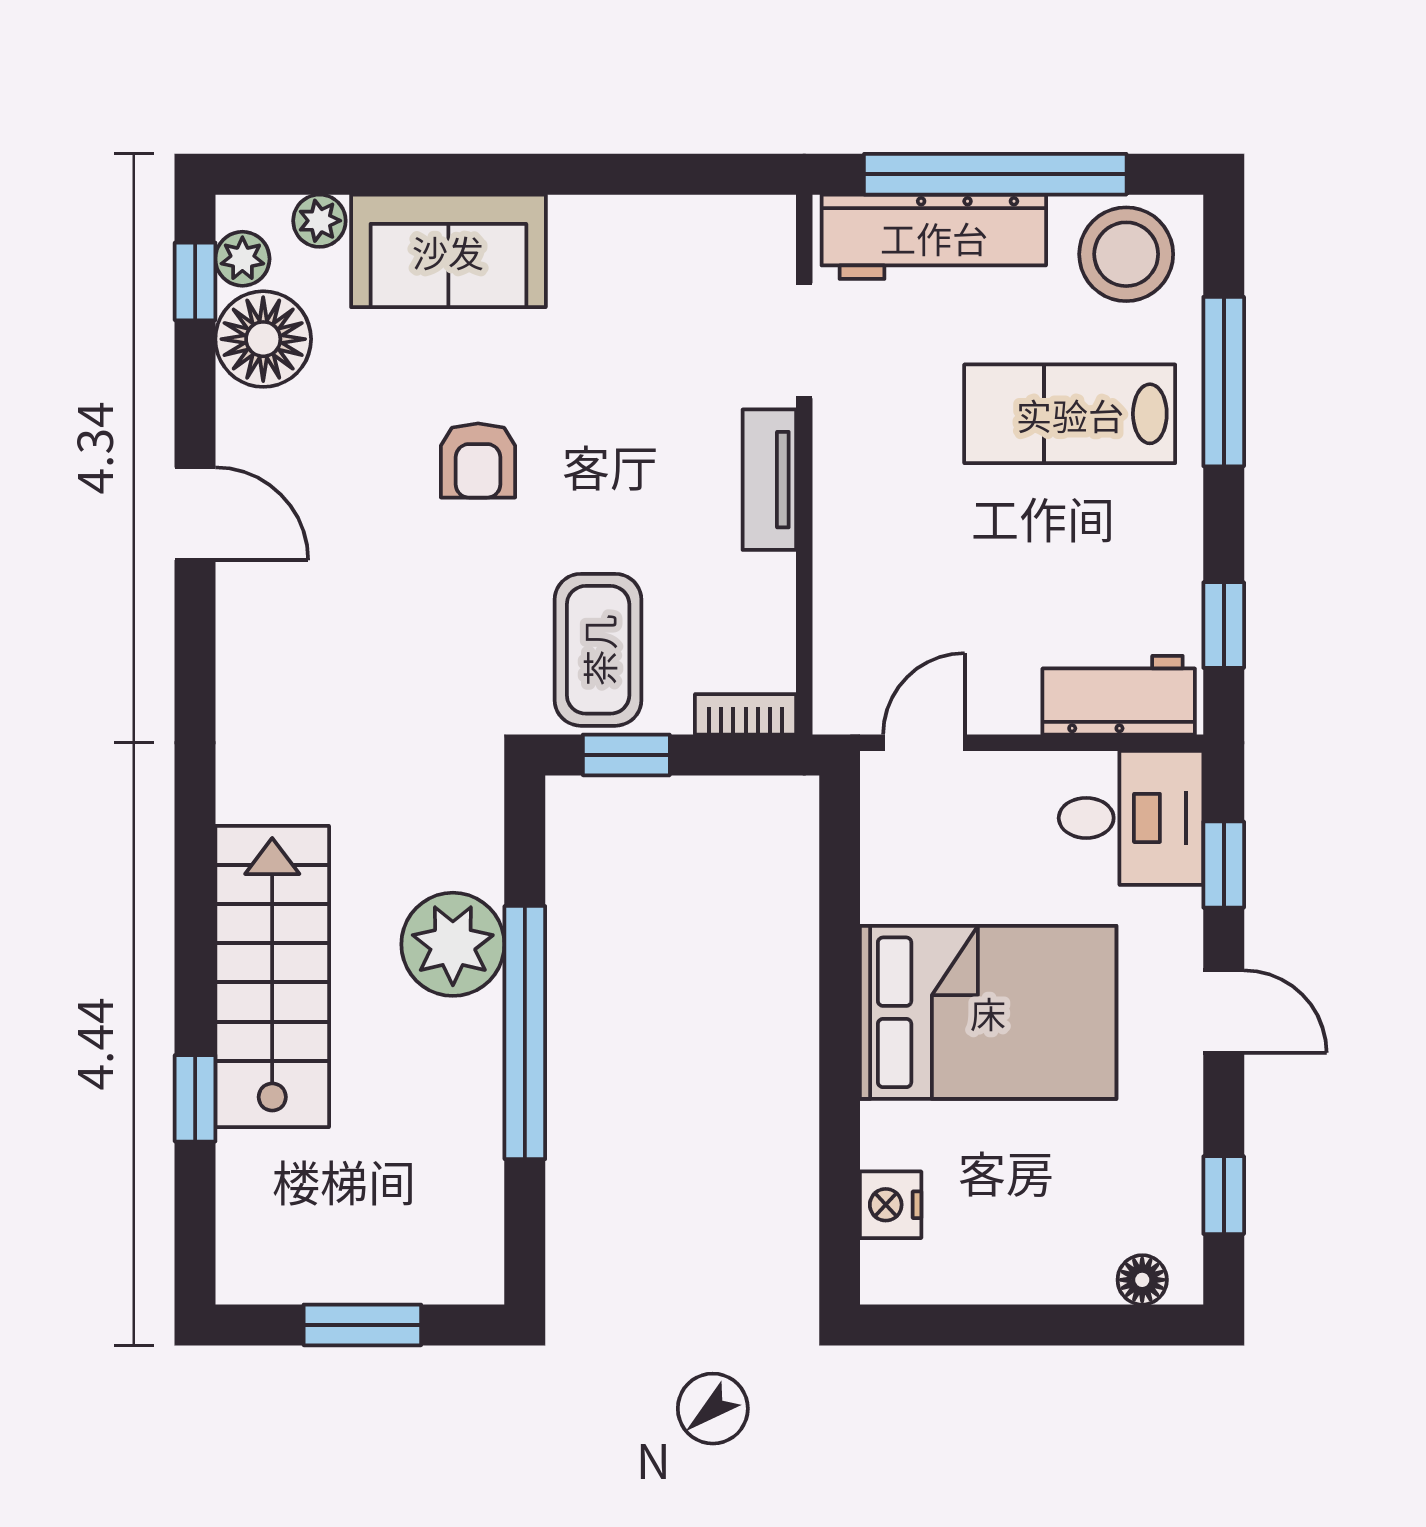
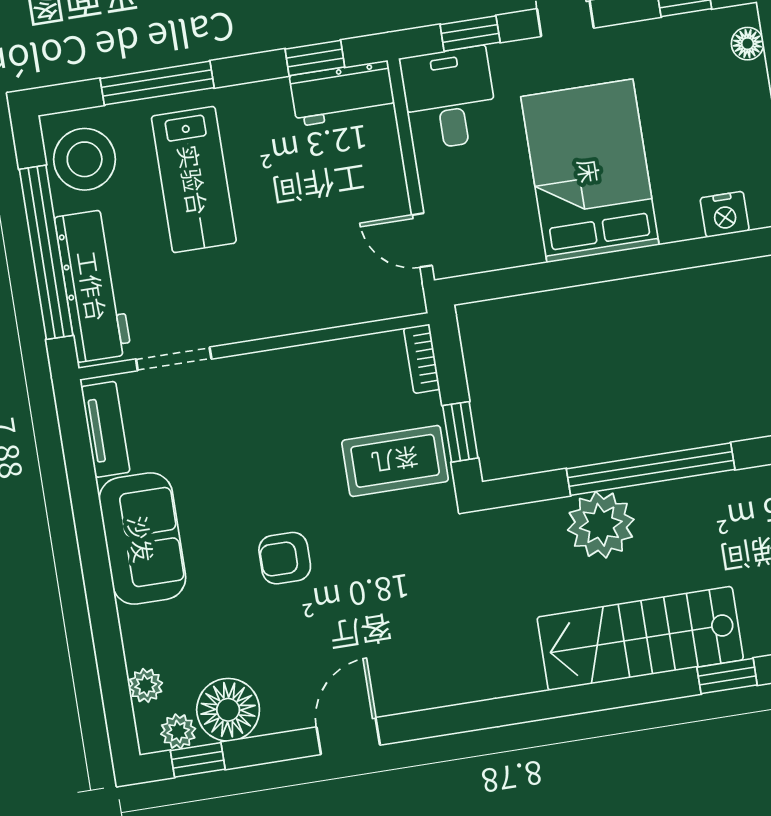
sofa: (448, 251) -> (142, 539), moved
armchair: (478, 460) -> (285, 558), turned 180
tv unit: (769, 480) -> (105, 429), moved, turned -90
workbench: (1119, 695) -> (343, 93), moved, turned -90

